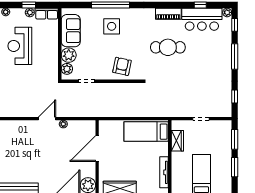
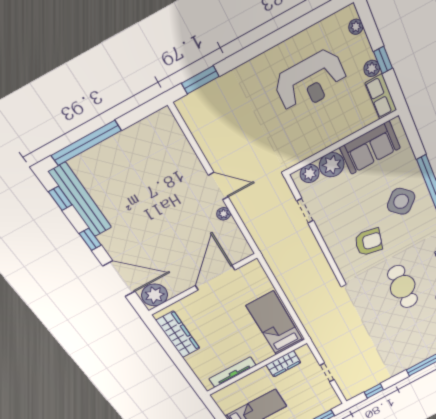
side table: (112, 26) -> (401, 201), turned 45
reception desk: (20, 46) -> (311, 81), turned 180
armchair: (122, 66) -> (369, 242), moved
door: (97, 148) -> (215, 278), hinge flipped

